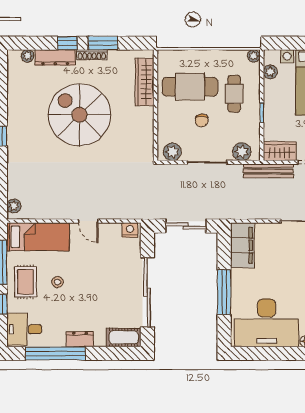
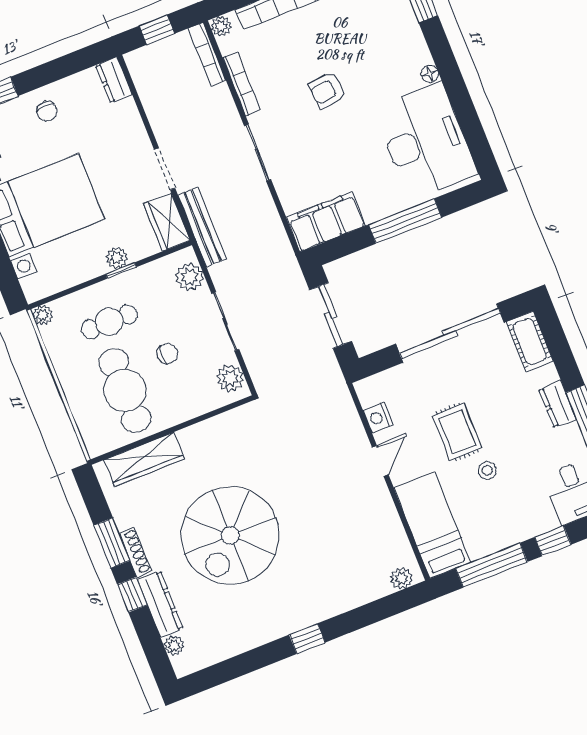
plant: (270, 72) -> (117, 258), moved
nightstand: (130, 230) -> (378, 418), moved
rug: (26, 282) -> (457, 432), moved, turned 90

